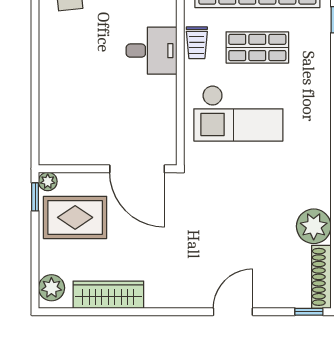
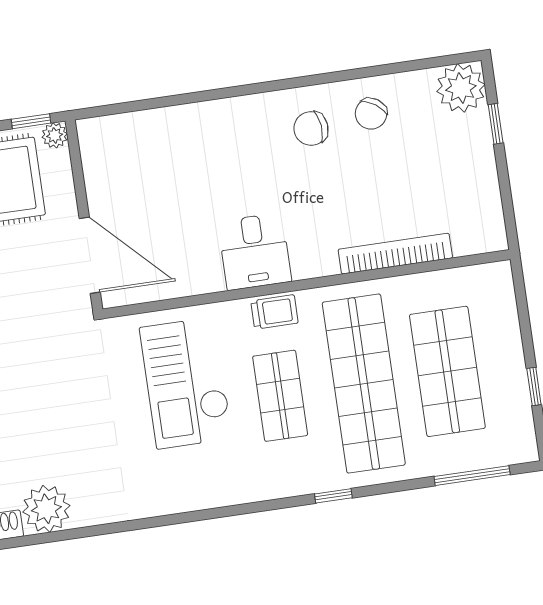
trolley: (197, 43) -> (274, 312), turned 180
door: (137, 169) -> (90, 255), swing flipped

